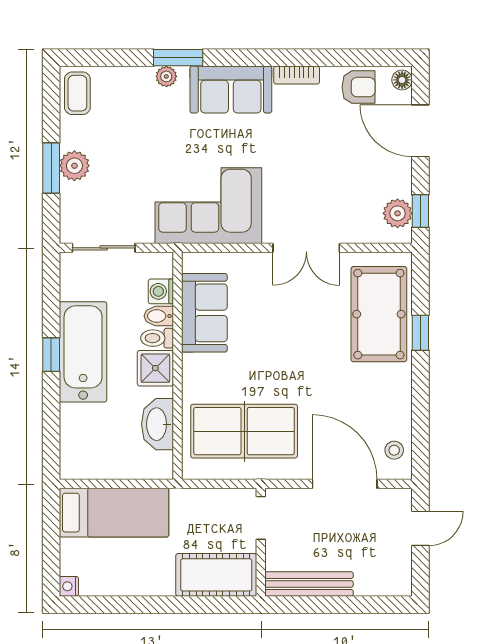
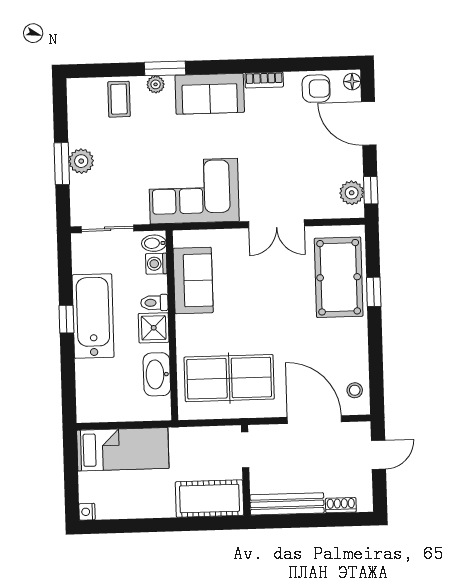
coffee table: (77, 93) -> (119, 99), moved
bidet: (159, 316) -> (154, 243), moved
shoe rack: (373, 587) -> (341, 505), added

